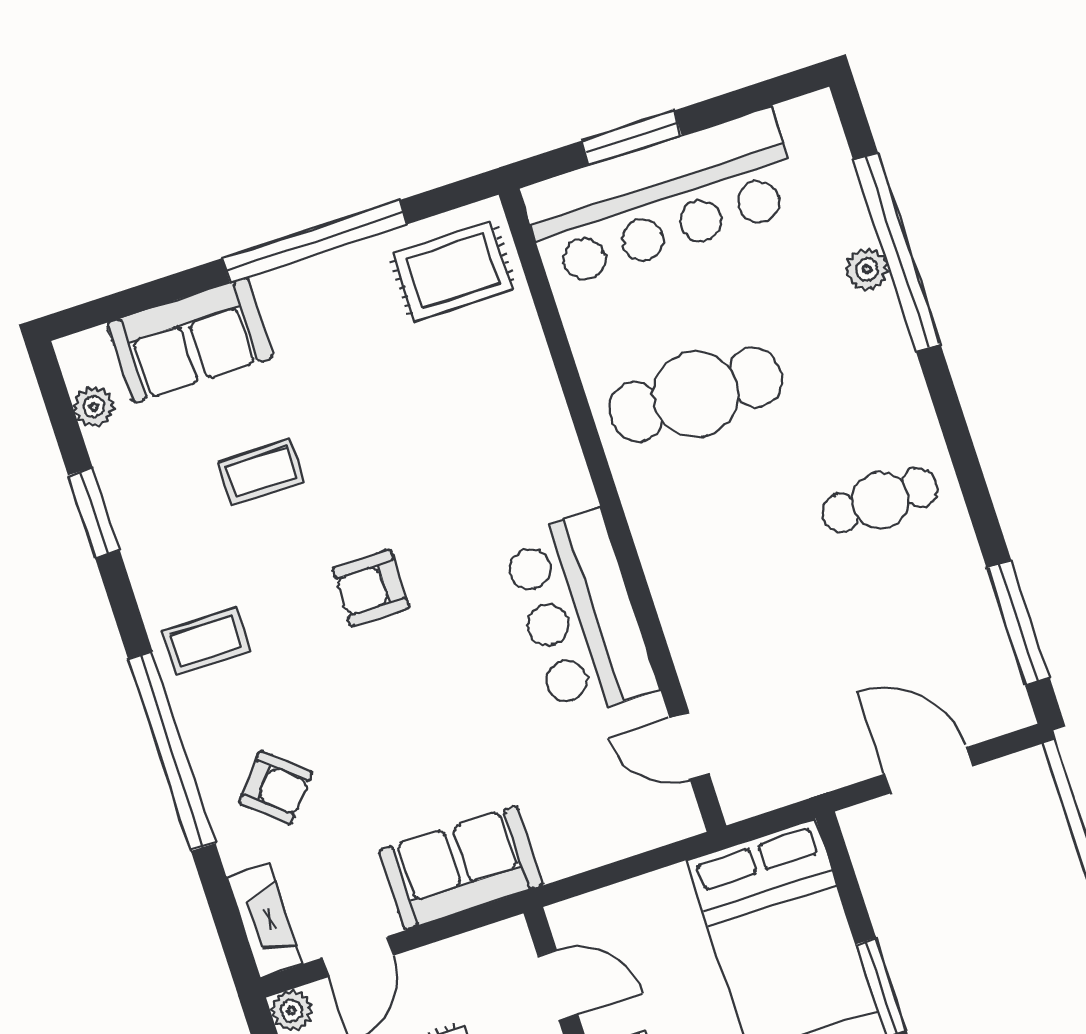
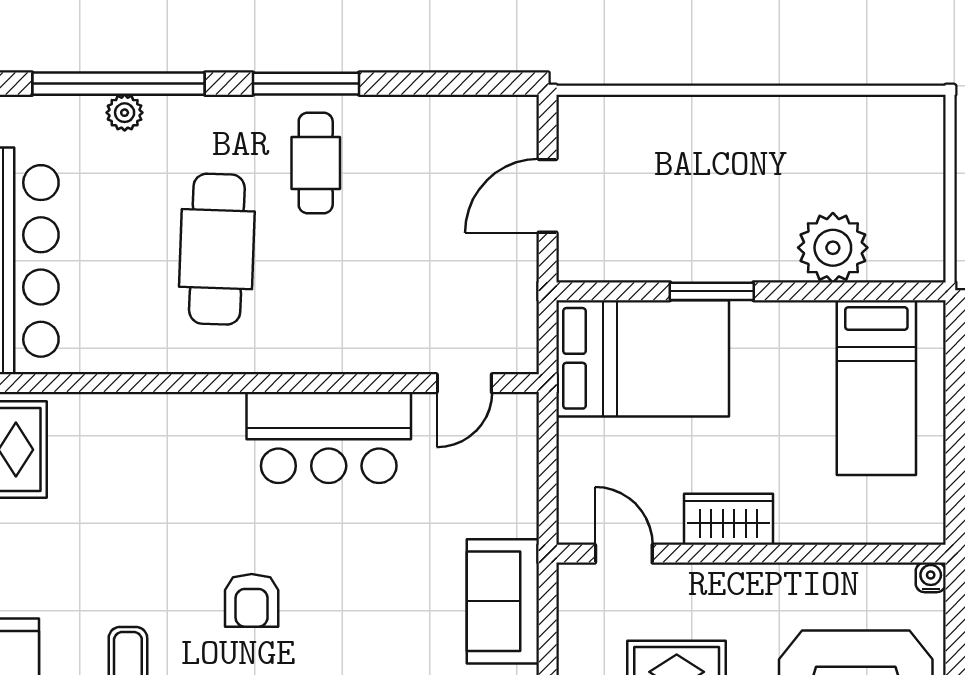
cafe table: (696, 395) -> (217, 249), moved
window: (1018, 623) -> (306, 84), moved
door: (558, 985) -> (624, 554), hinge flipped

